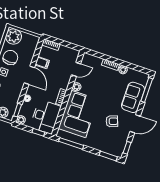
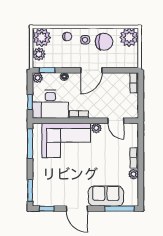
filing cabinet: (42, 63) -> (110, 80), removed
armchair: (112, 121) -> (71, 181), removed

